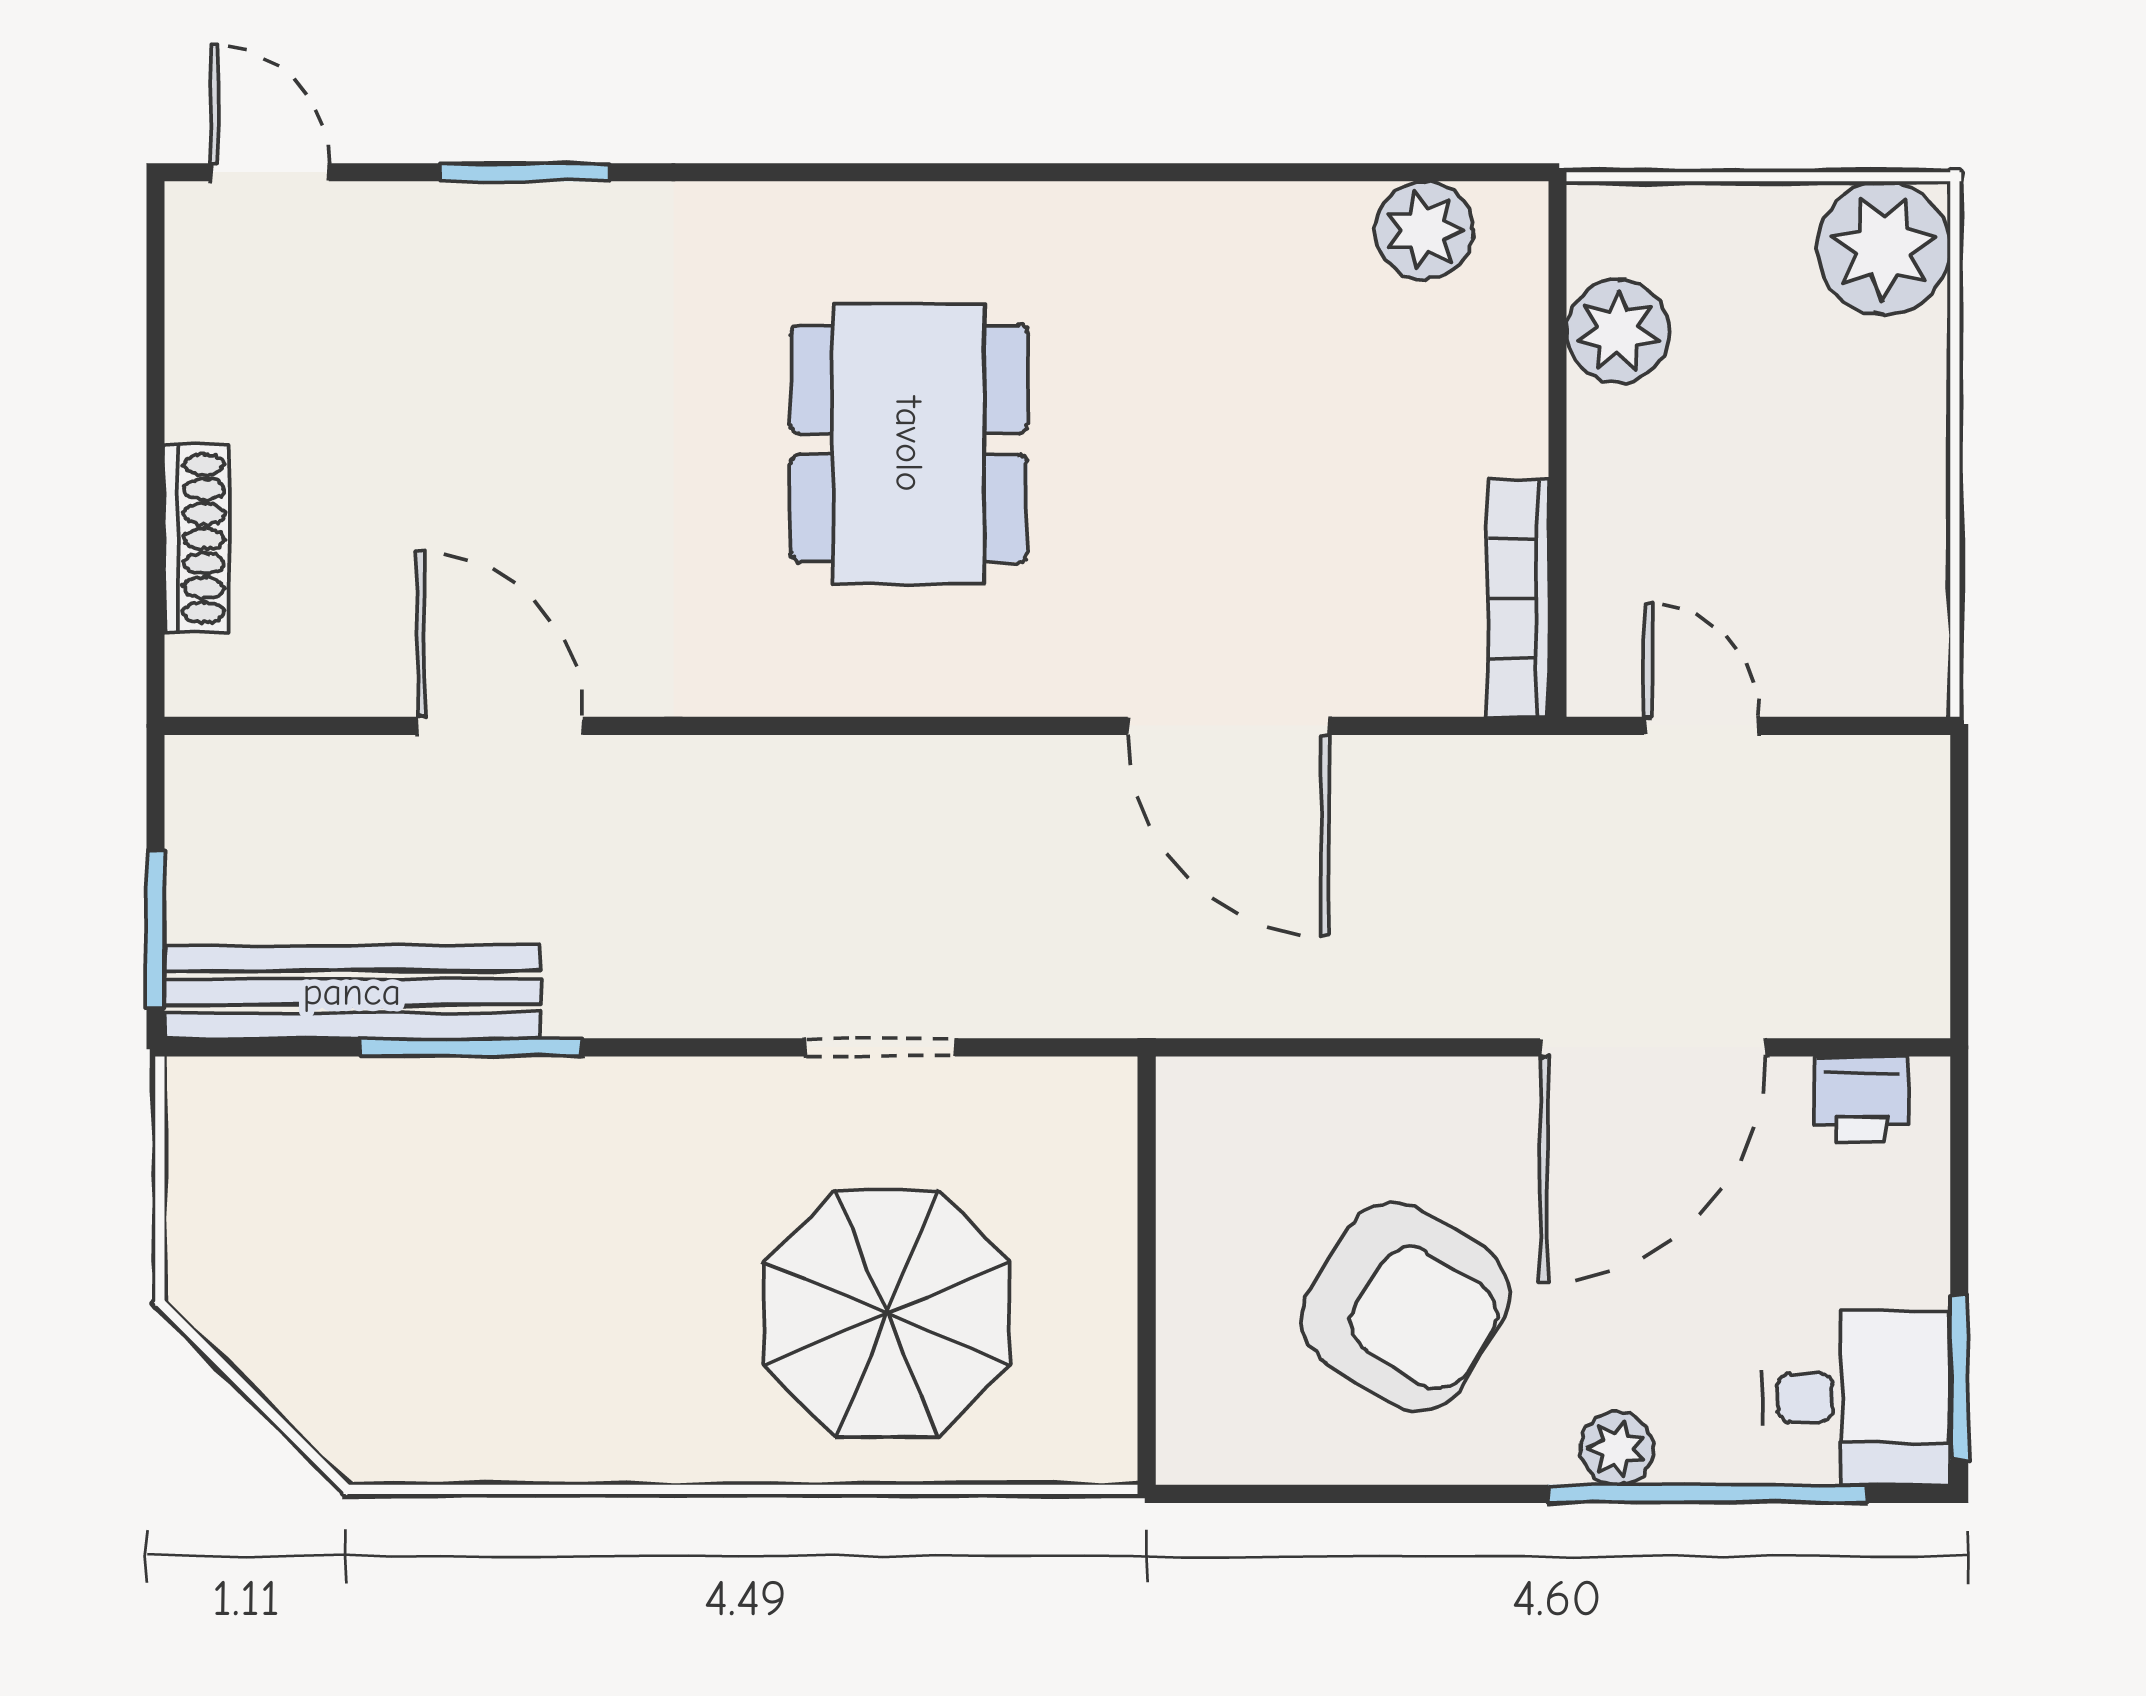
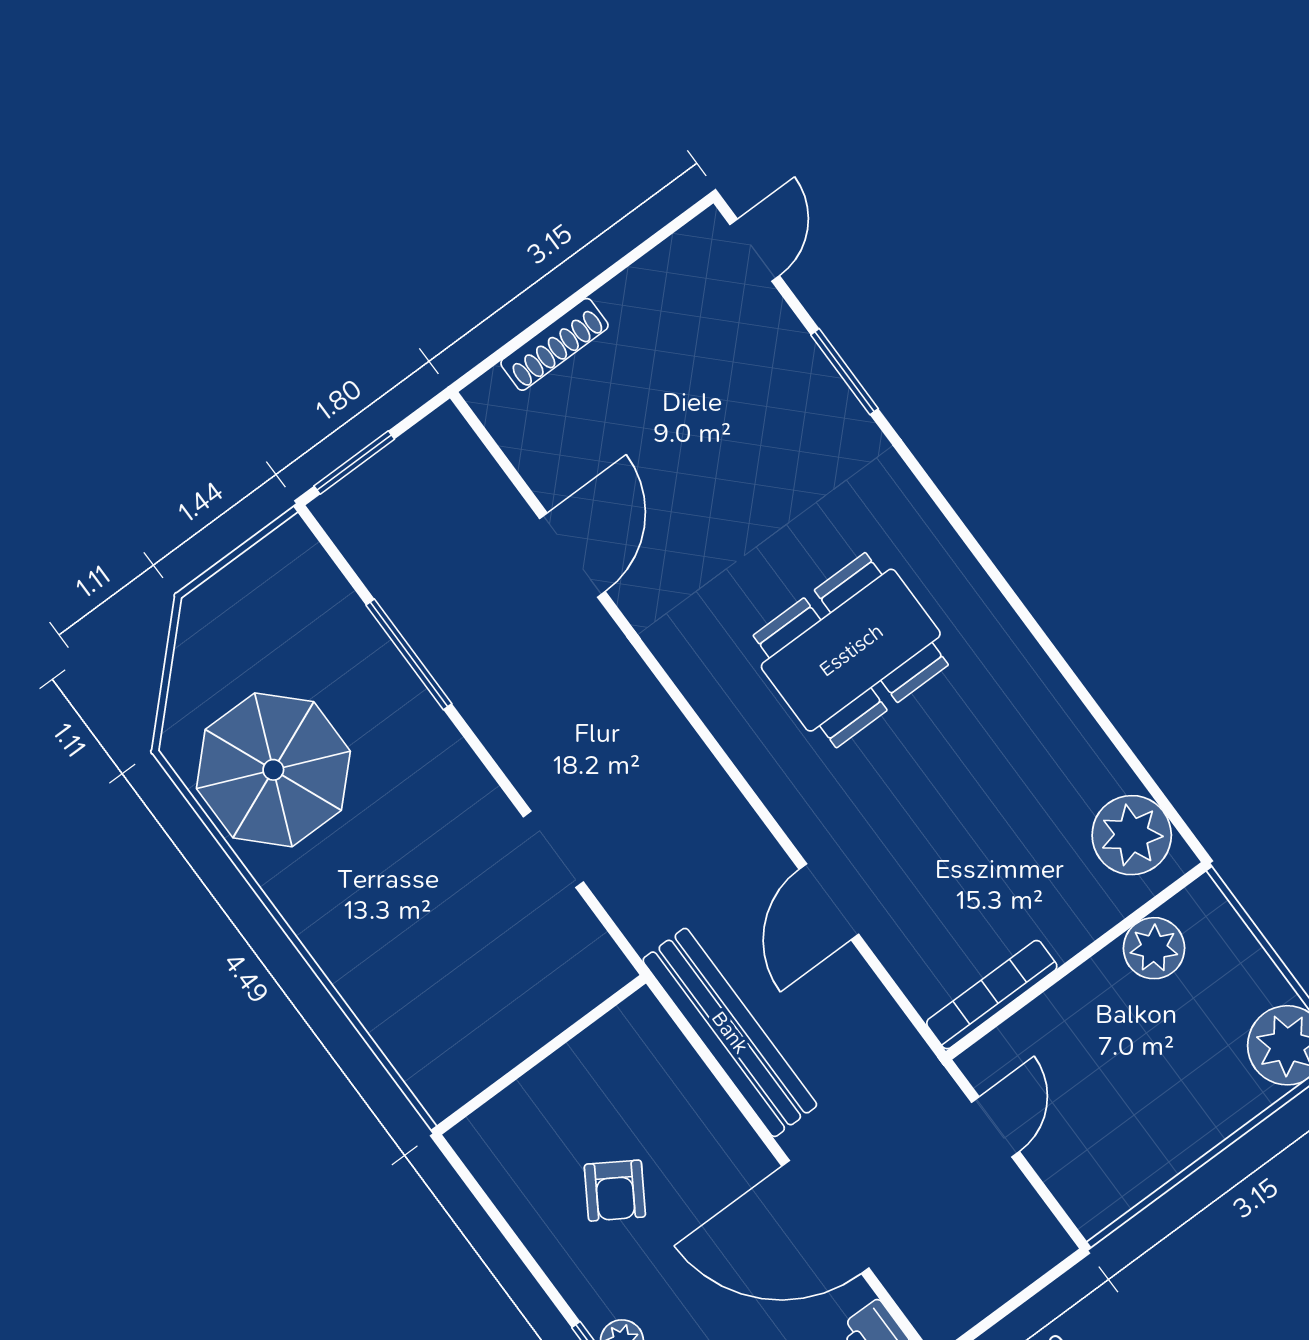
plant: (1424, 230) -> (1132, 835), width x1.36, depth x1.36
door: (1228, 726) -> (829, 902), width x0.73
bench: (352, 992) -> (730, 1032), moved
armchair: (1405, 1306) -> (615, 1191), width x0.53, depth x0.53
parasol: (887, 1313) -> (273, 770), moved

